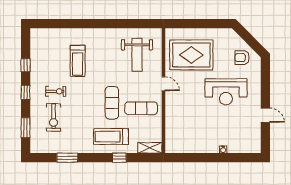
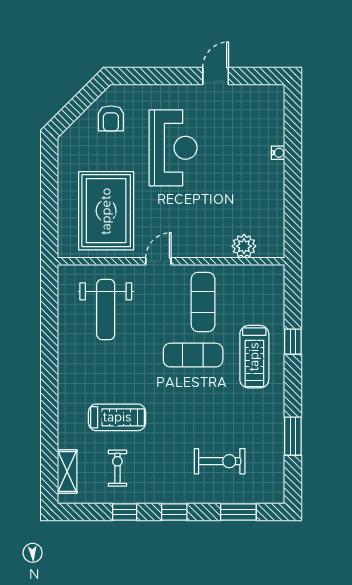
weight bench: (137, 55) -> (106, 309), turned 90
exercise bike: (56, 91) -> (117, 468), moved
plant: (172, 131) -> (244, 246), added
shelving: (150, 148) -> (67, 471), moved

